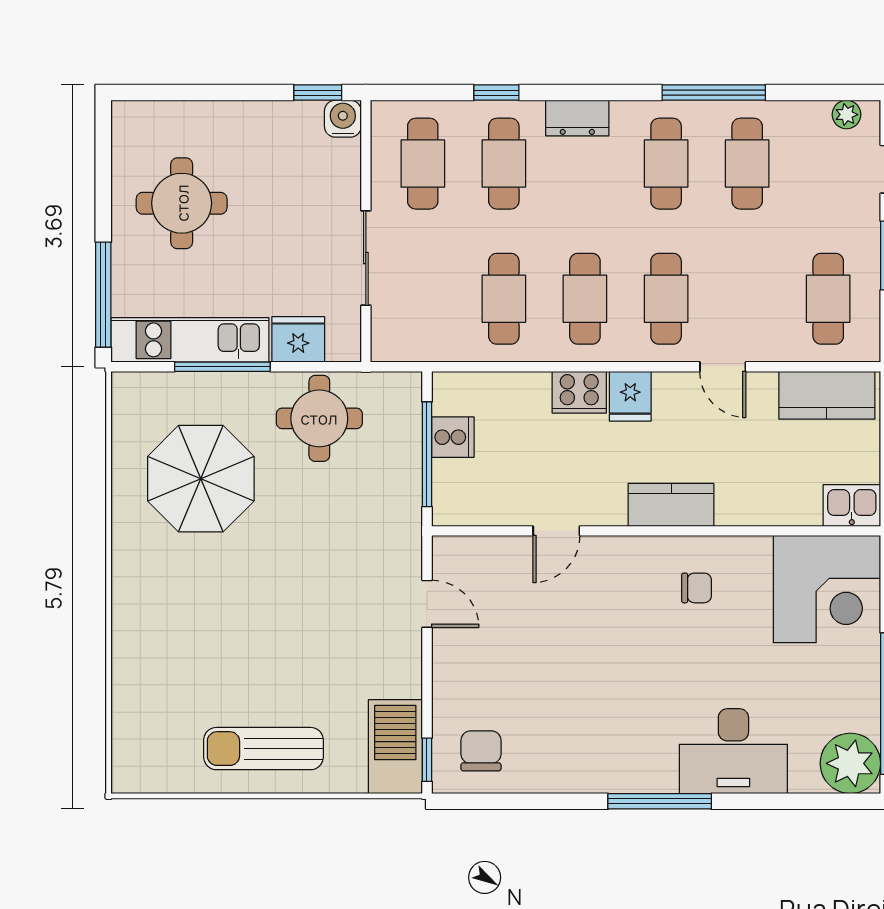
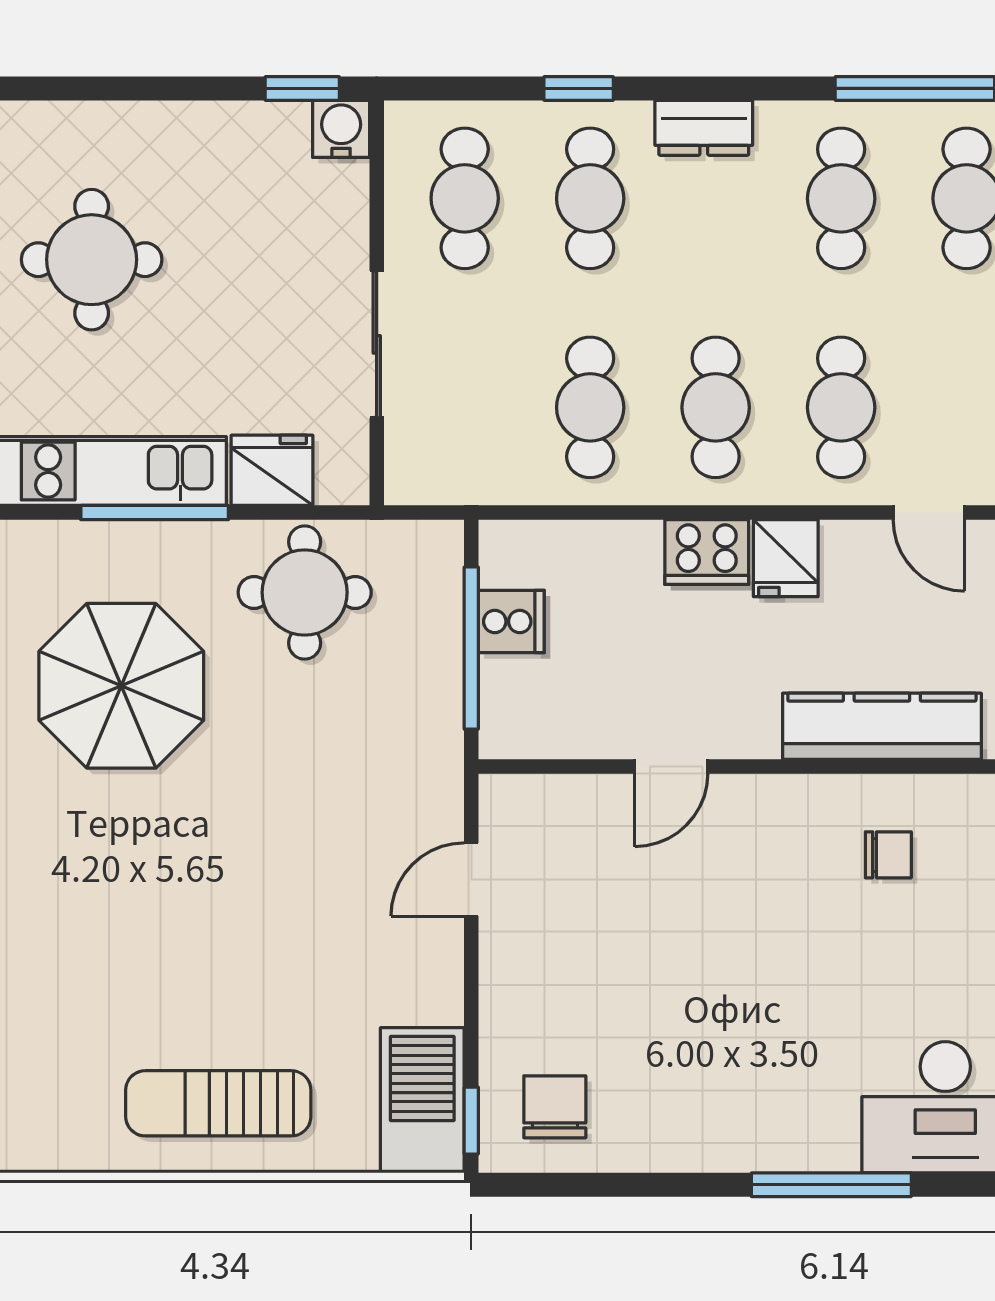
kitchen counter: (671, 505) -> (882, 726), width x1.50
door: (427, 604) -> (471, 879), swing flipped

